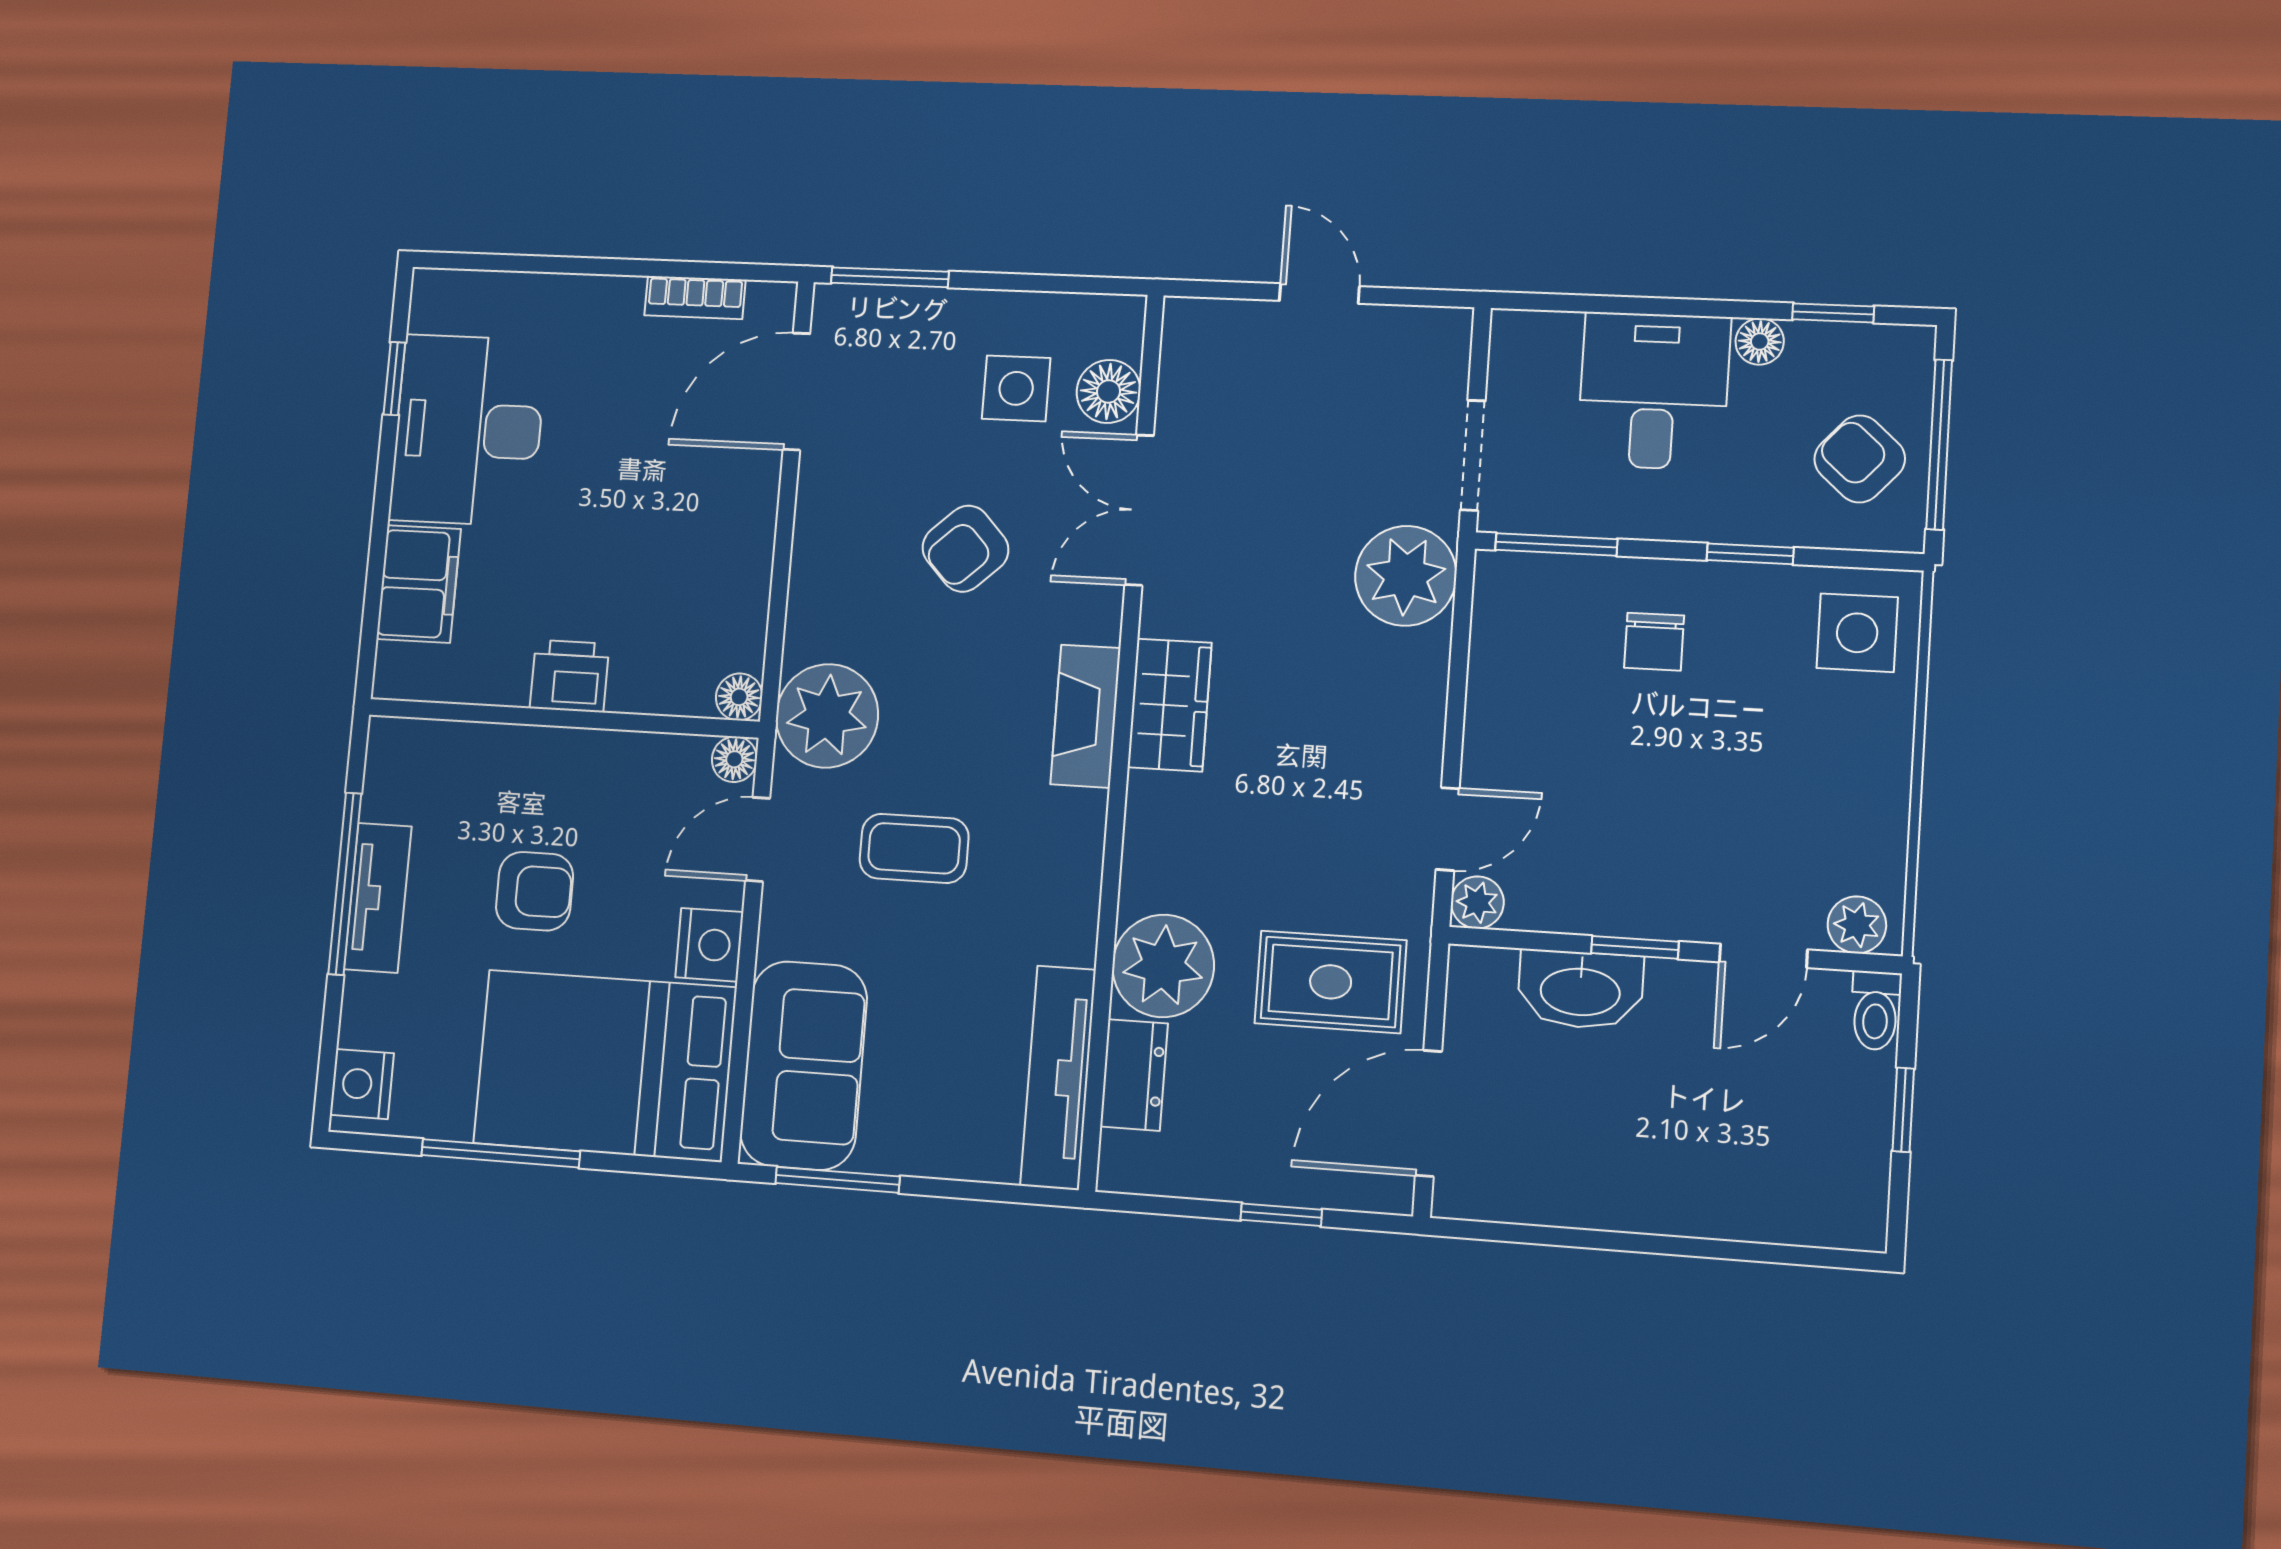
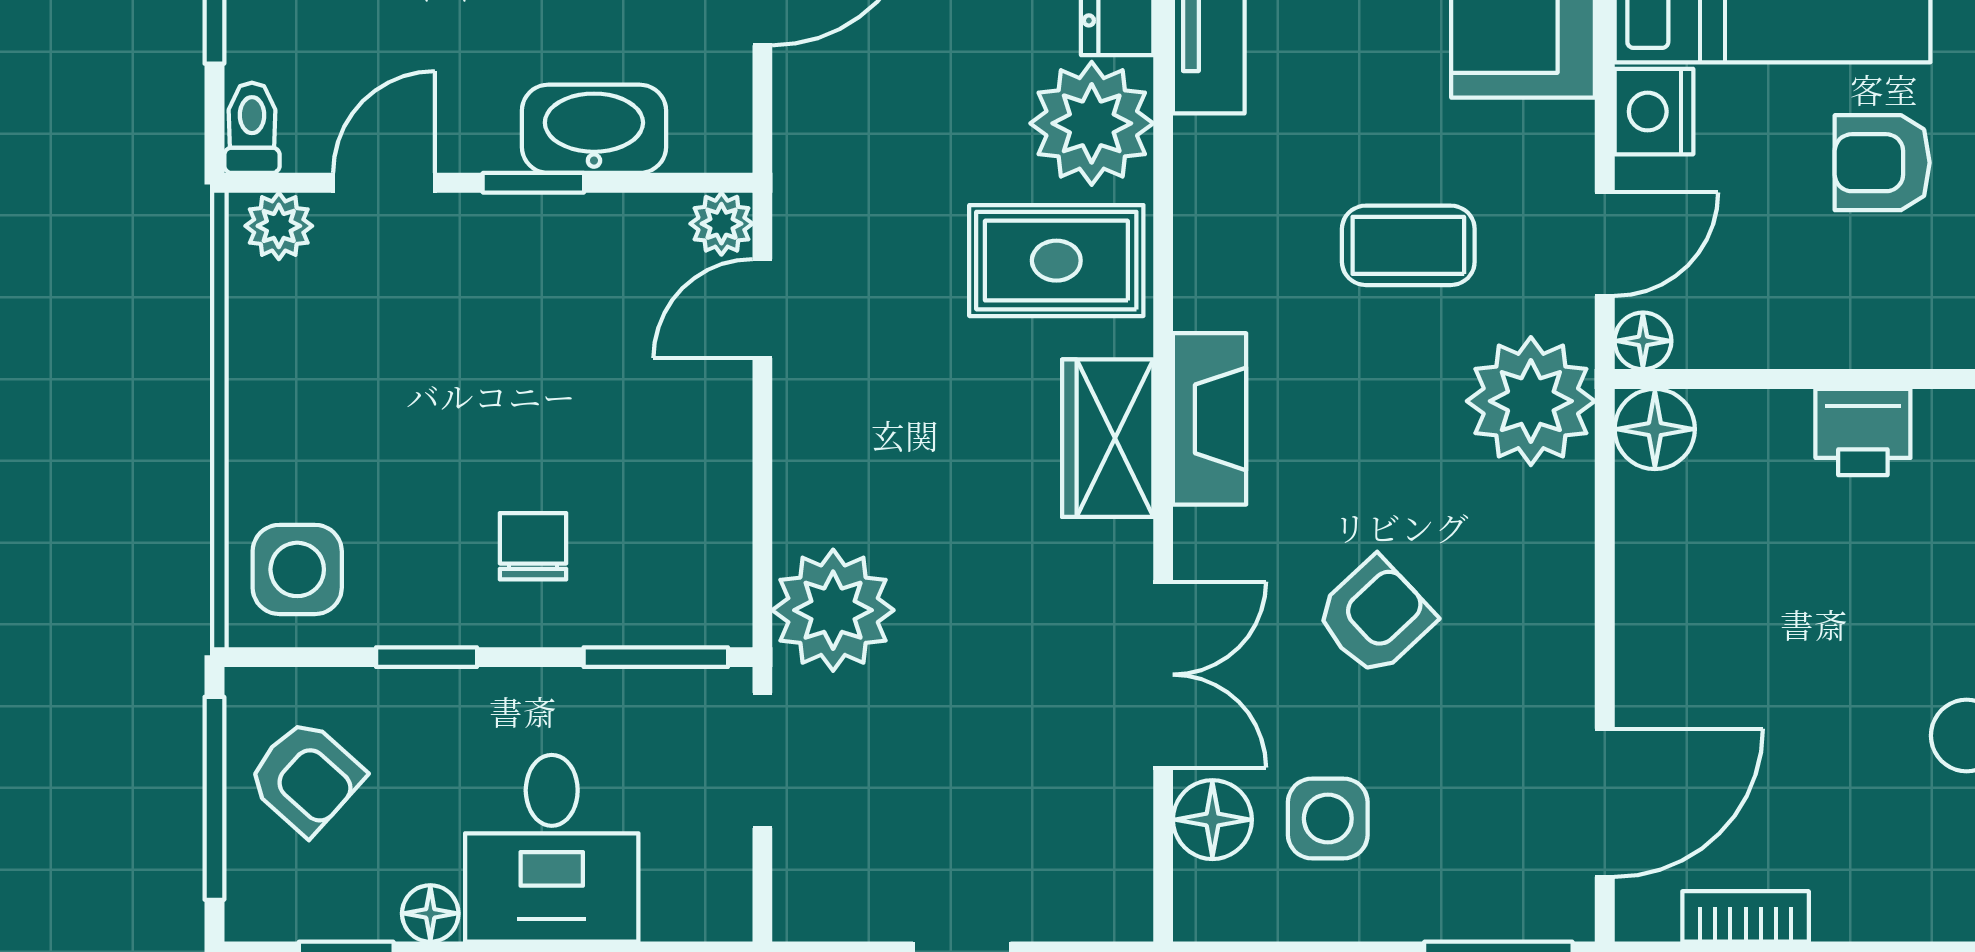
floor lamp: (739, 697) -> (1655, 429), width x1.37, depth x1.37
rug: (1331, 982) -> (1056, 261), moved

